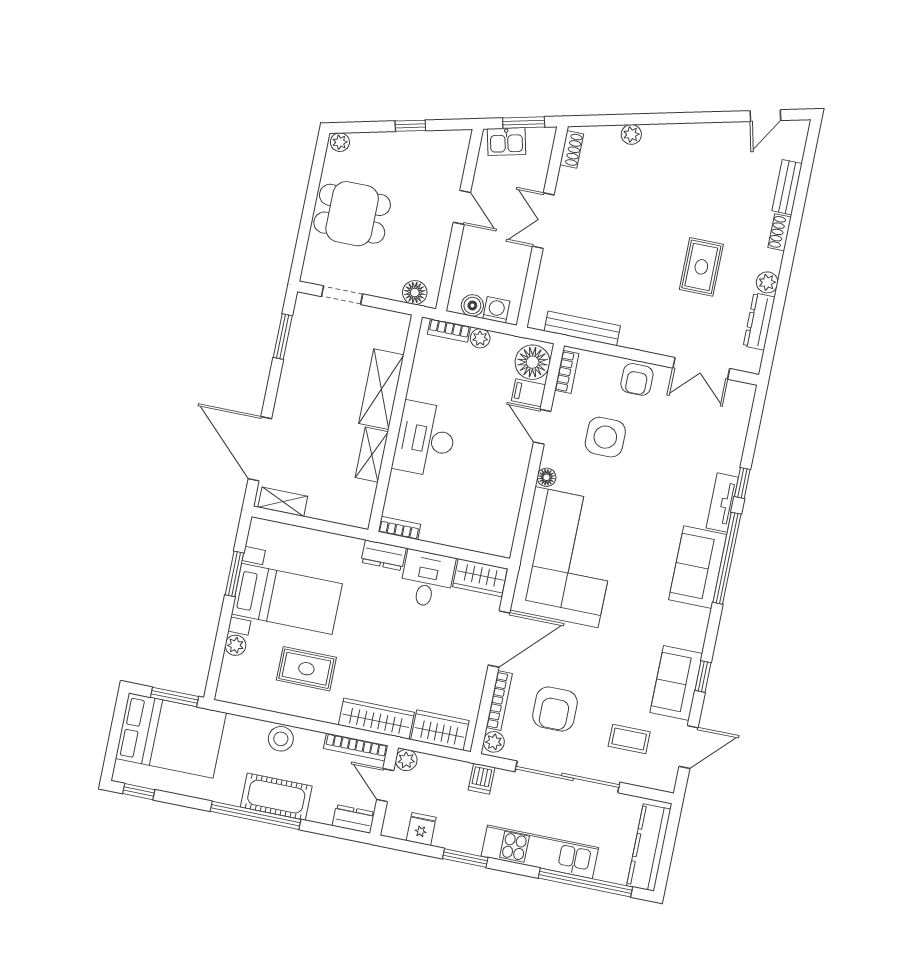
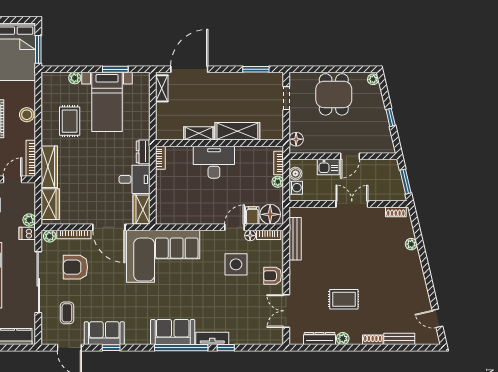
kitchen sink: (506, 142) -> (328, 167), moved, turned -77
floor lamp: (546, 477) -> (250, 236), moved
plant: (406, 760) -> (29, 220), moved

